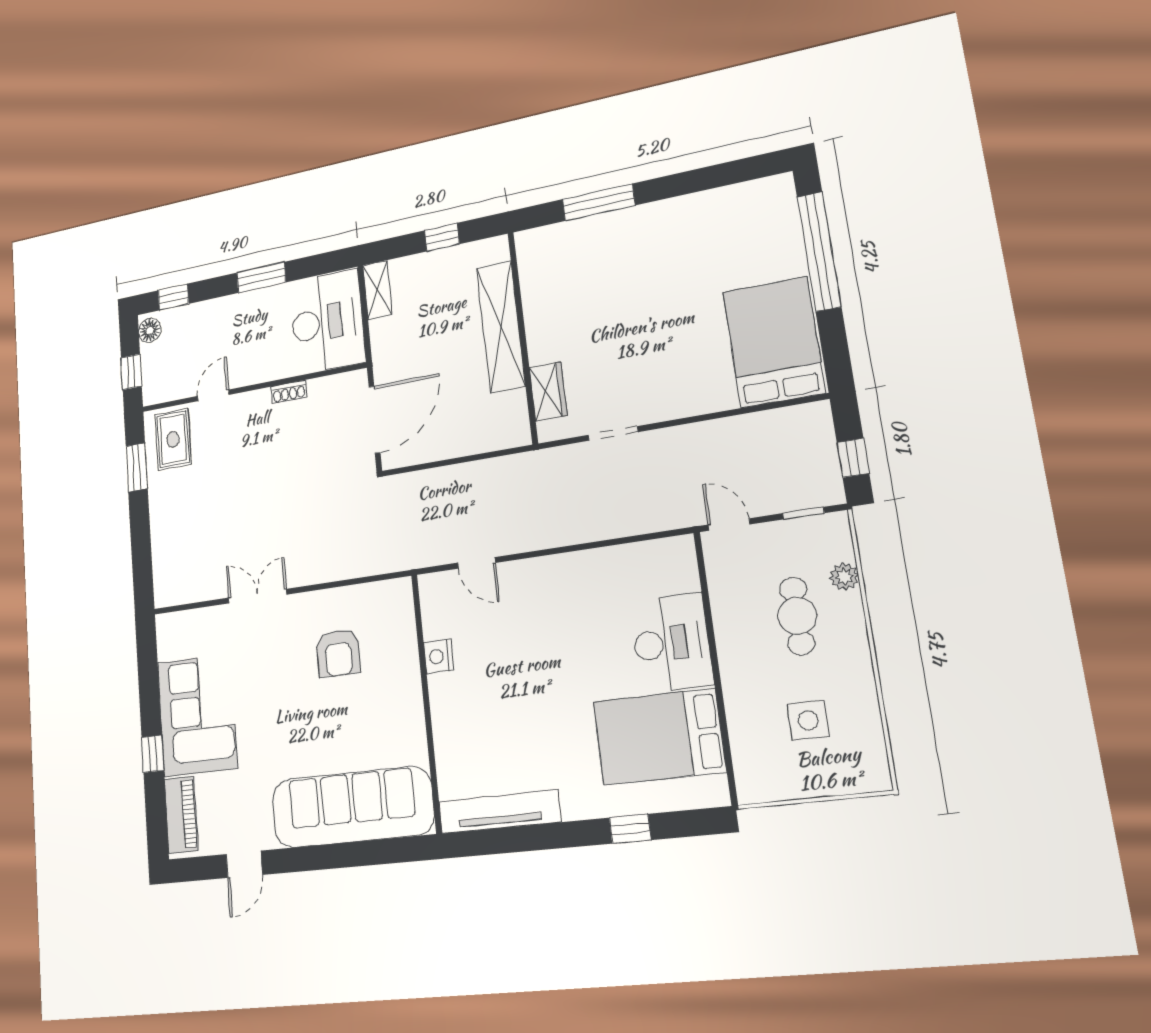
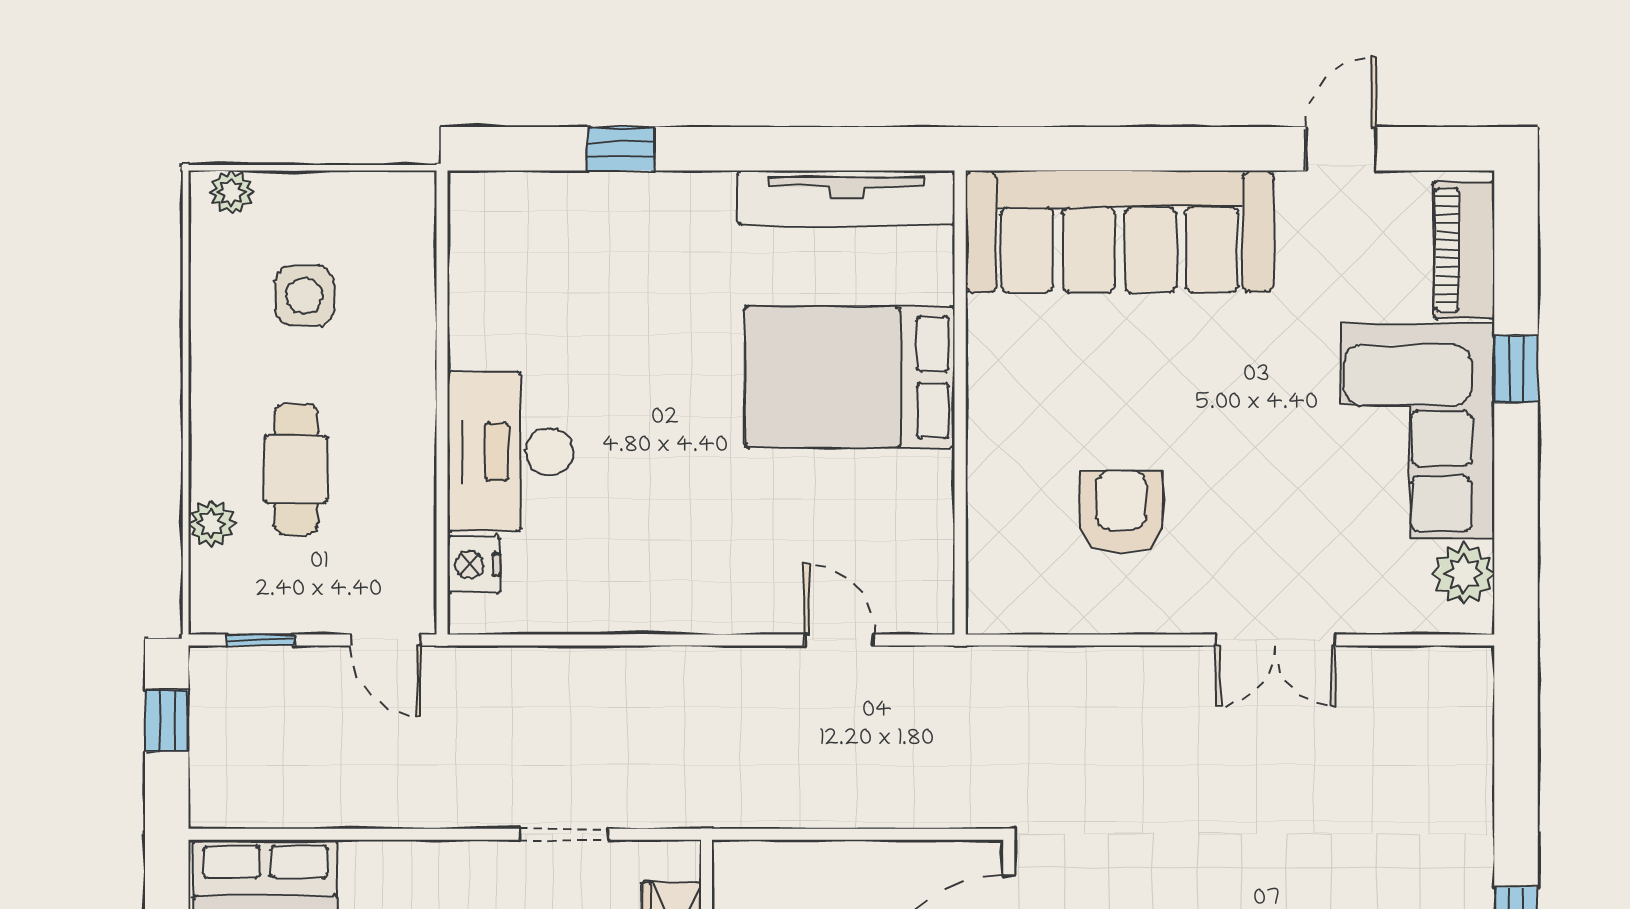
plant: (171, 644) -> (1464, 574), added
nightstand: (439, 657) -> (474, 565), moved, turned 180
bed: (659, 737) -> (850, 377), moved, turned 180
plant: (864, 780) -> (231, 192), added

